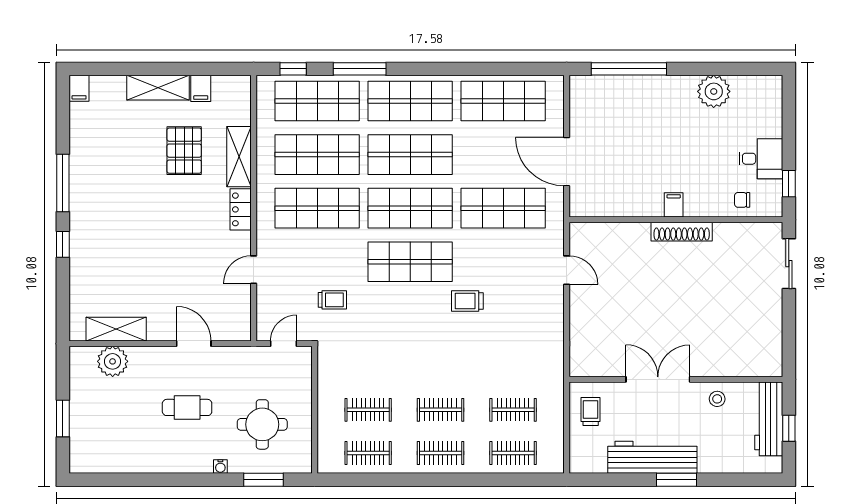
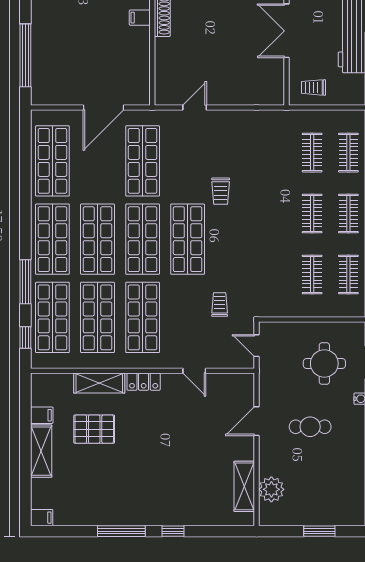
cafe table: (187, 407) -> (310, 427), turned 90

